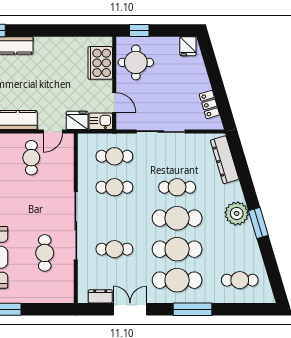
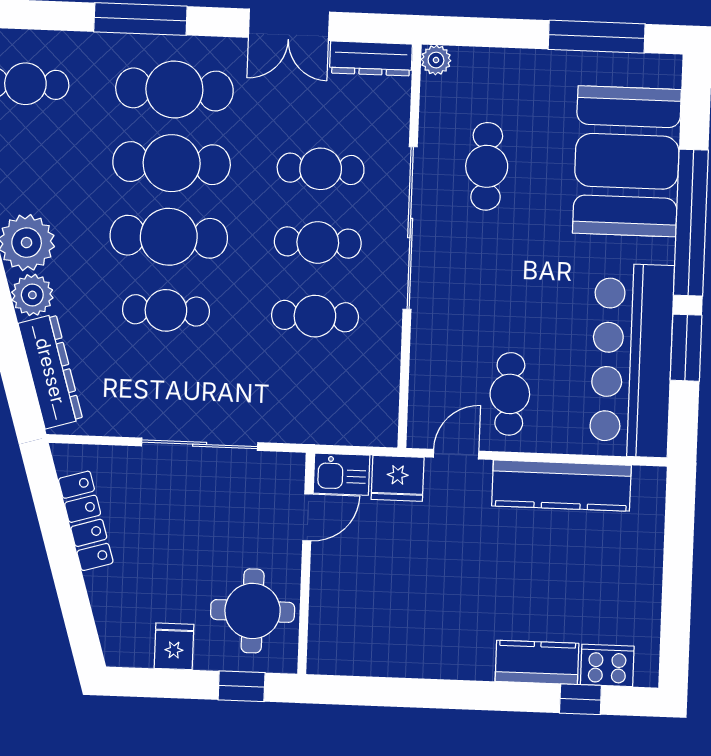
fridge: (188, 46) -> (174, 646), moved
cooker: (100, 63) -> (337, 613), removed
door: (114, 103) -> (308, 517), swing flipped
locker: (209, 104) -> (86, 521), width x1.53
cafe table: (114, 156) -> (318, 242), moved
plant: (233, 192) -> (32, 295), added
dresser: (100, 296) -> (371, 59), width x1.44
plant: (68, 297) -> (436, 60), added

